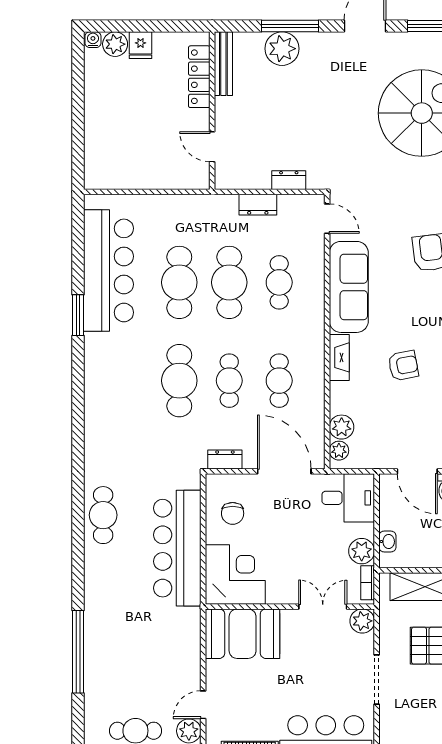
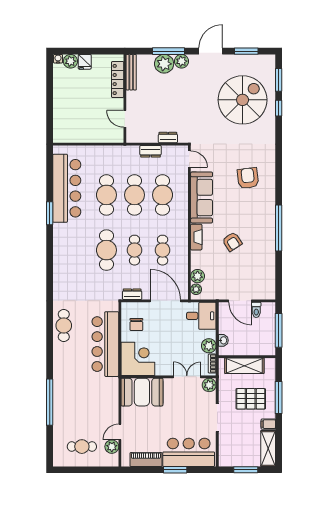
plant: (313, 44) -> (182, 61), added
cafe table: (279, 282) -> (163, 195), width x1.37, depth x1.35
armchair: (403, 366) -> (232, 242), turned 68

